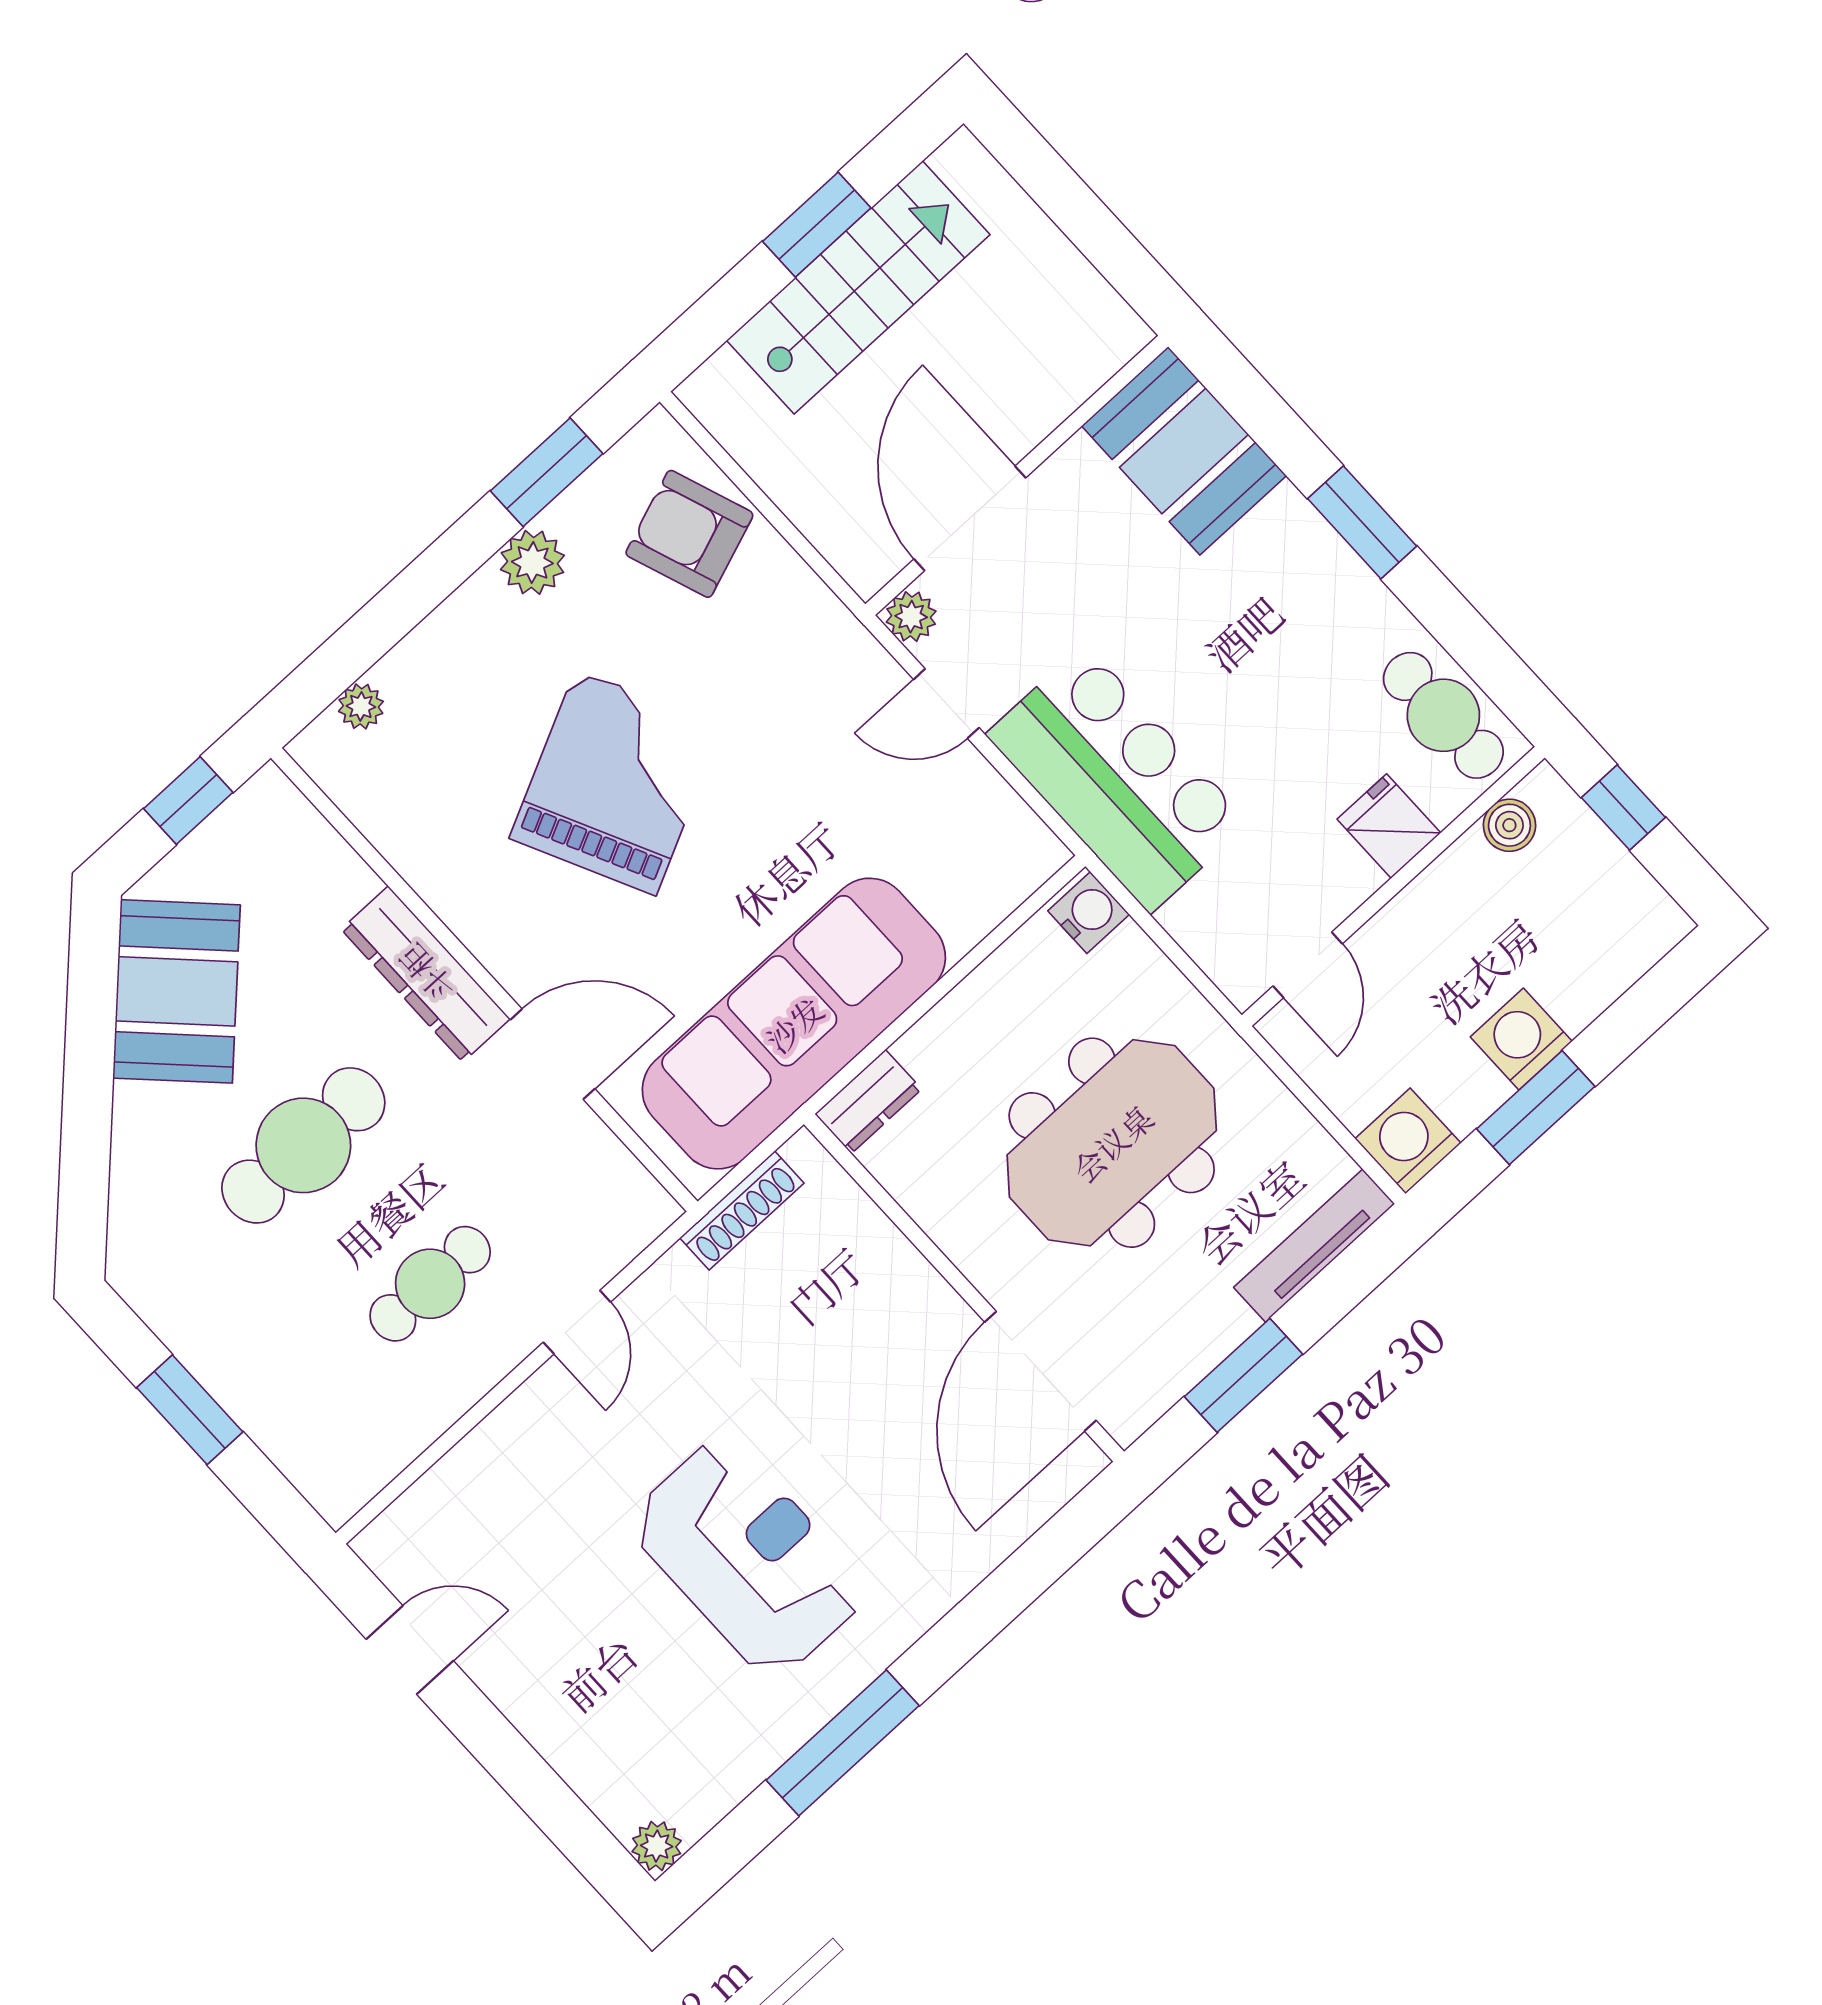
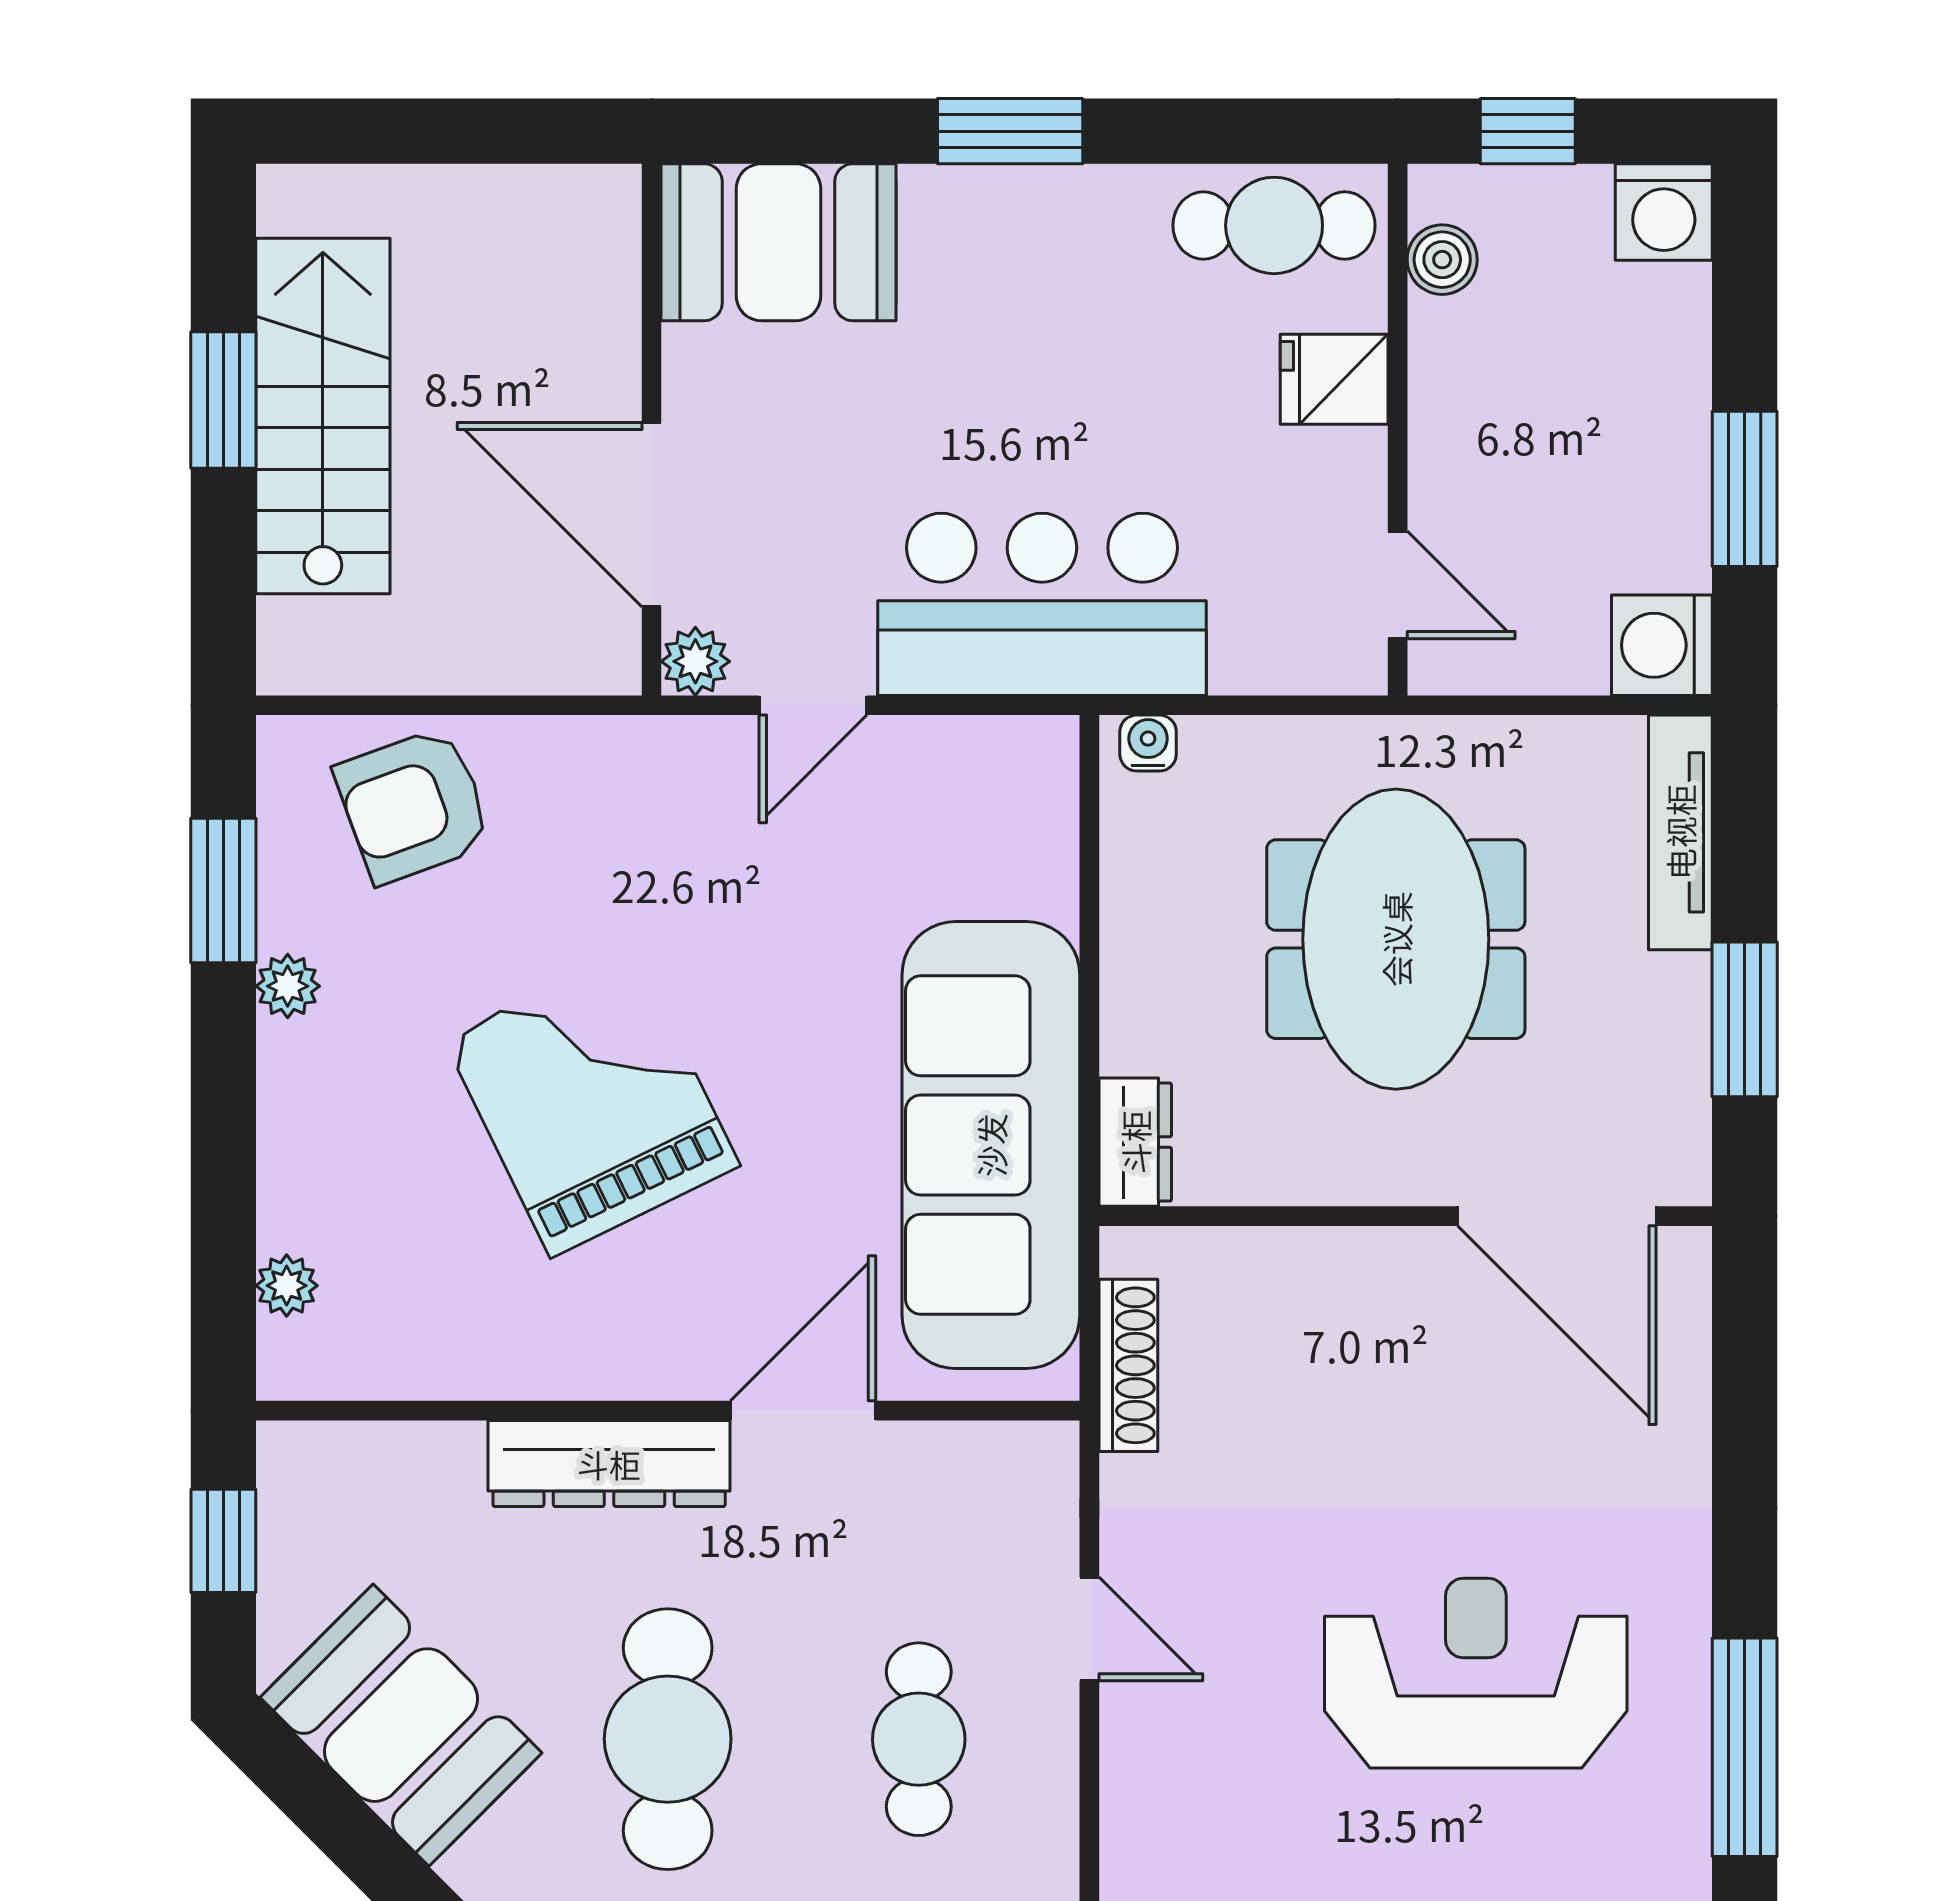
plant: (532, 562) -> (288, 986), width x0.73, depth x0.73
water cooler: (1089, 913) -> (1148, 743), width x0.72, depth x0.72
washing machine: (1521, 1039) -> (1664, 212), moved, turned -90

